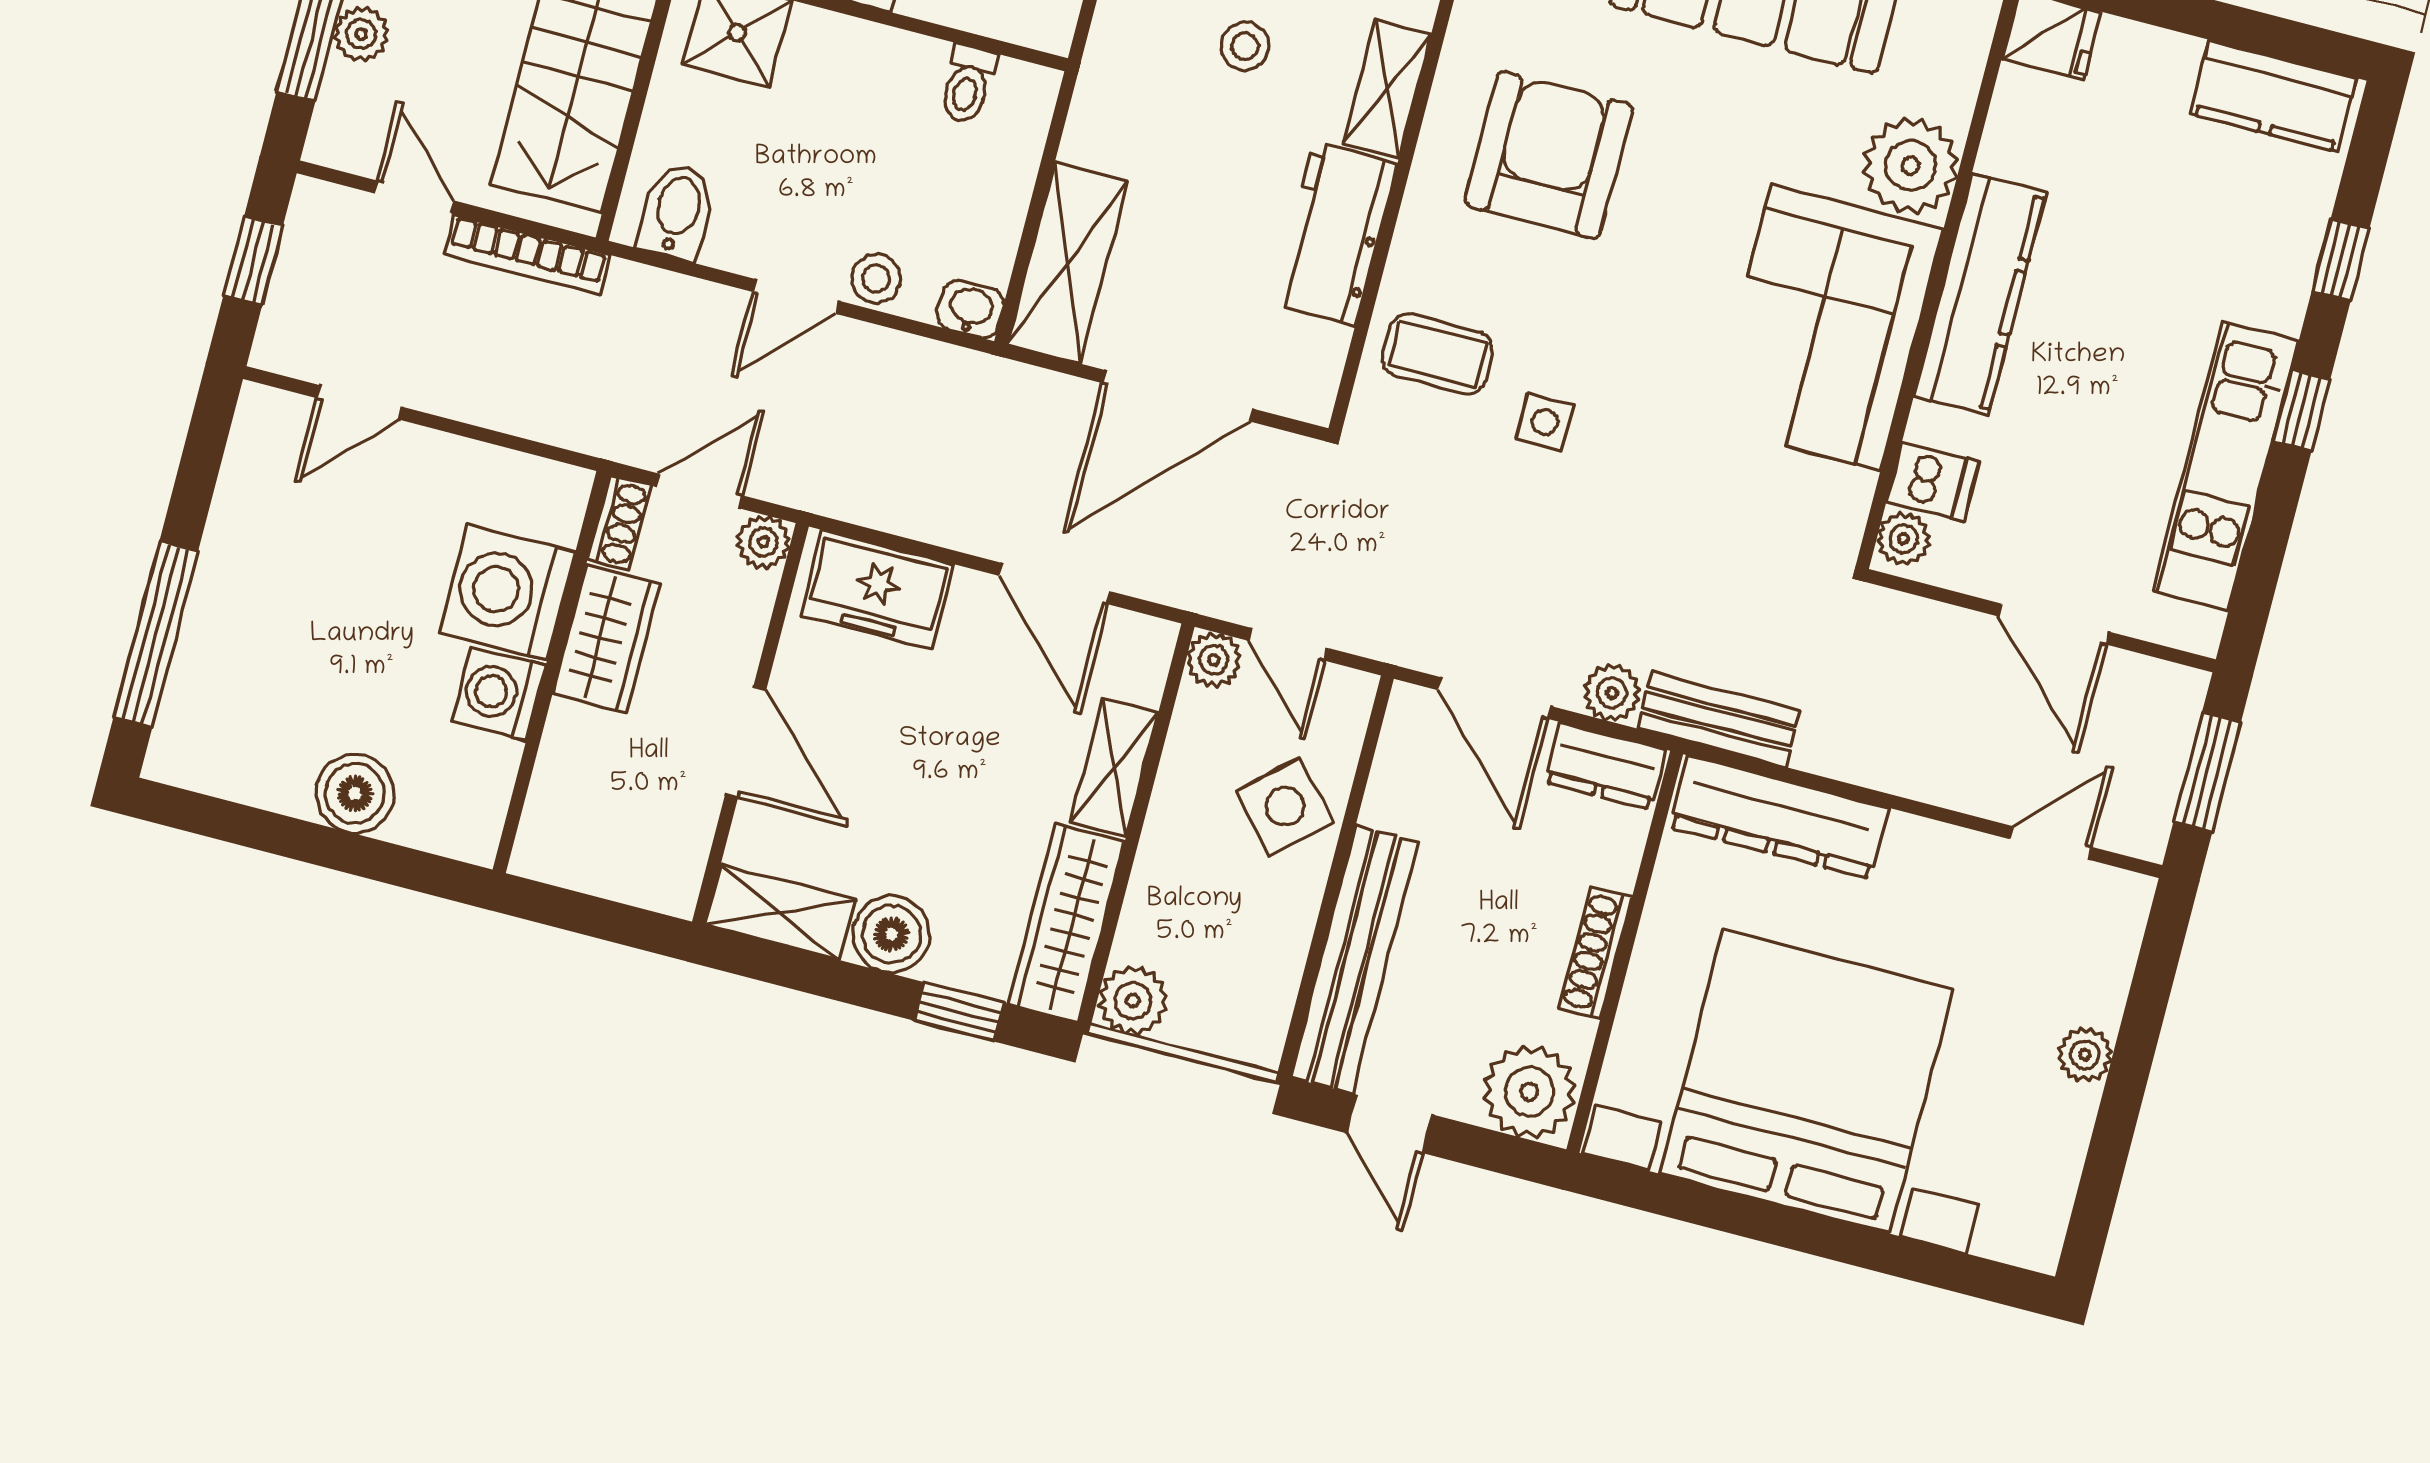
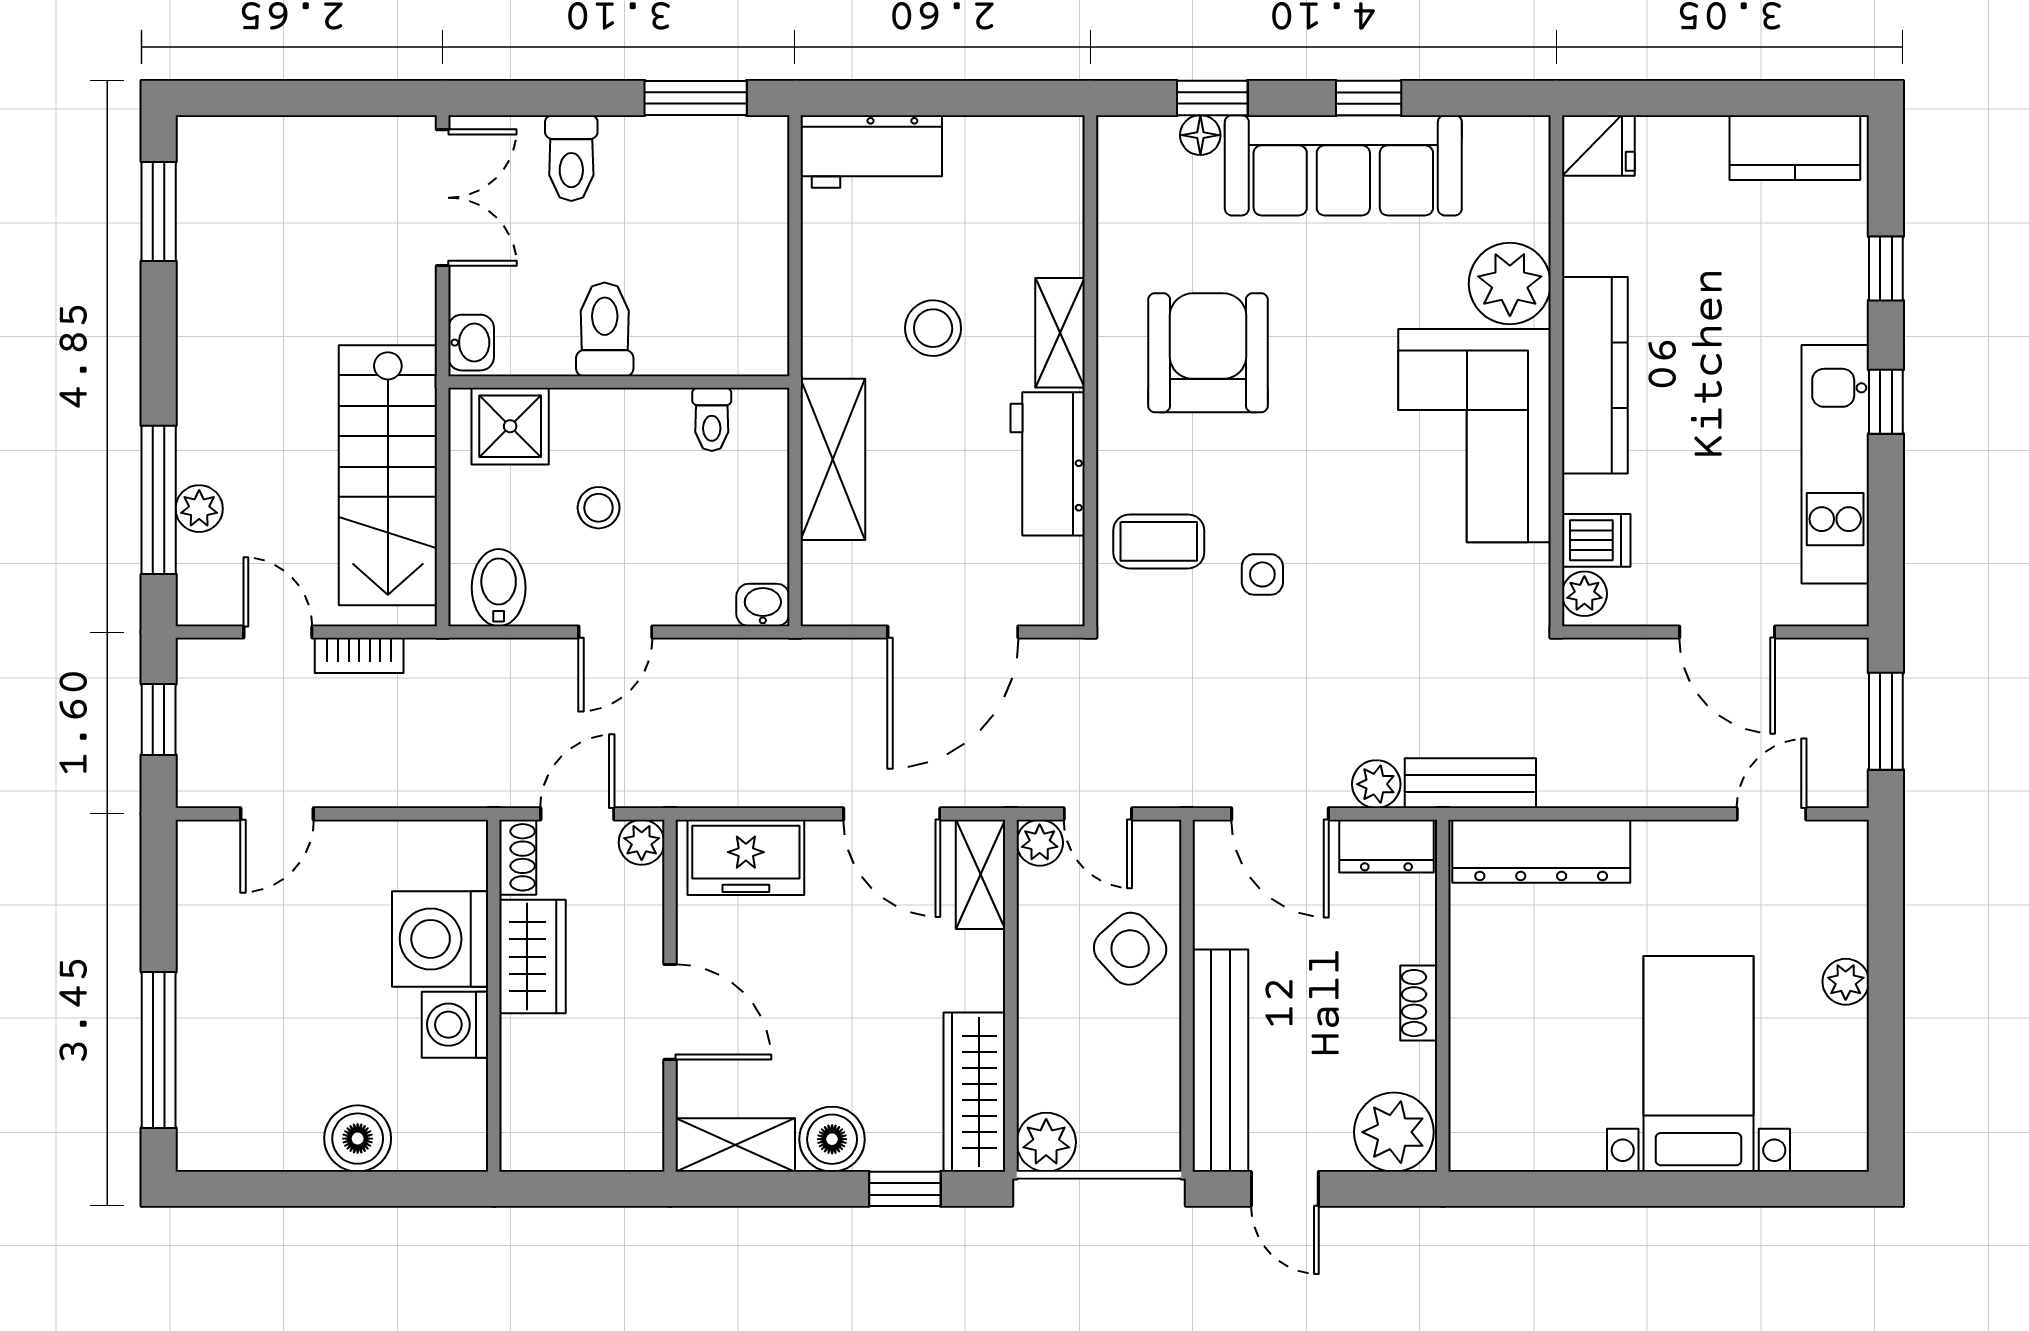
stool: (1245, 46) -> (933, 328), width x1.37, depth x1.37
bookcase: (527, 255) -> (359, 655), width x0.64
shelving: (1067, 263) -> (833, 459), moved
stool: (876, 279) -> (599, 508), moved
shelving: (1114, 767) -> (981, 874), moved
shoe rack: (1596, 953) -> (1419, 1003), width x0.70
bed with nightstands: (1806, 1081) -> (1699, 1064), width x0.54

